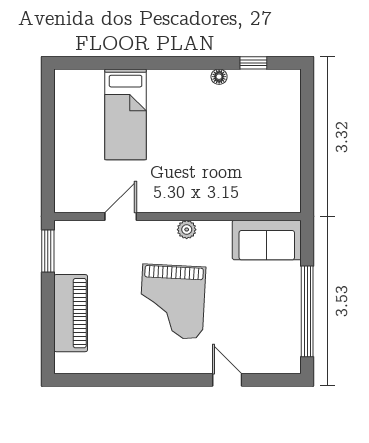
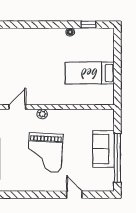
bed: (126, 114) -> (90, 73), moved, turned 90
plant: (187, 230) -> (42, 114), moved
sofa: (267, 240) -> (104, 149), moved, turned 90

